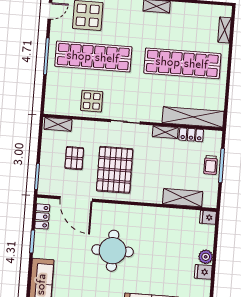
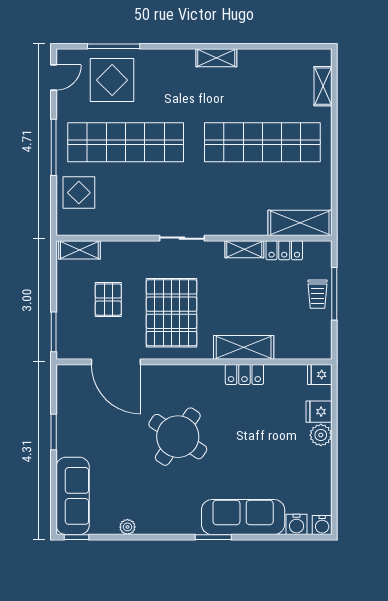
display table: (92, 101) -> (79, 193), moved
shelving: (193, 117) -> (300, 223), width x0.68
shelving: (183, 198) -> (244, 347), moved
locker: (42, 216) -> (244, 374), moved, turned 90
round table: (113, 251) -> (178, 437), turned 34
fridge: (203, 272) -> (319, 412), moved

